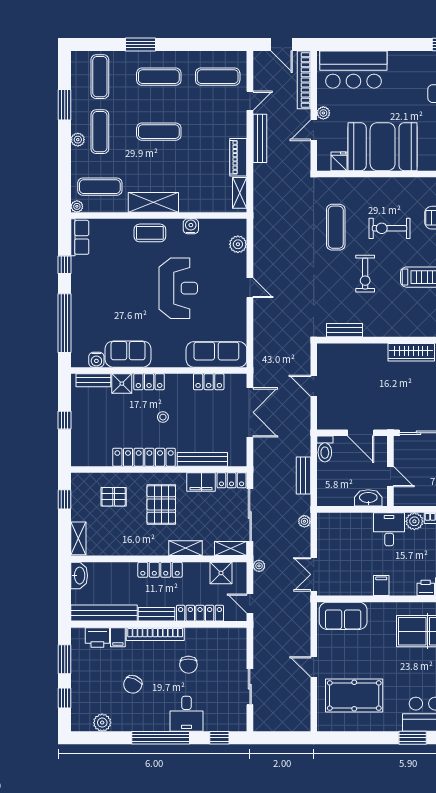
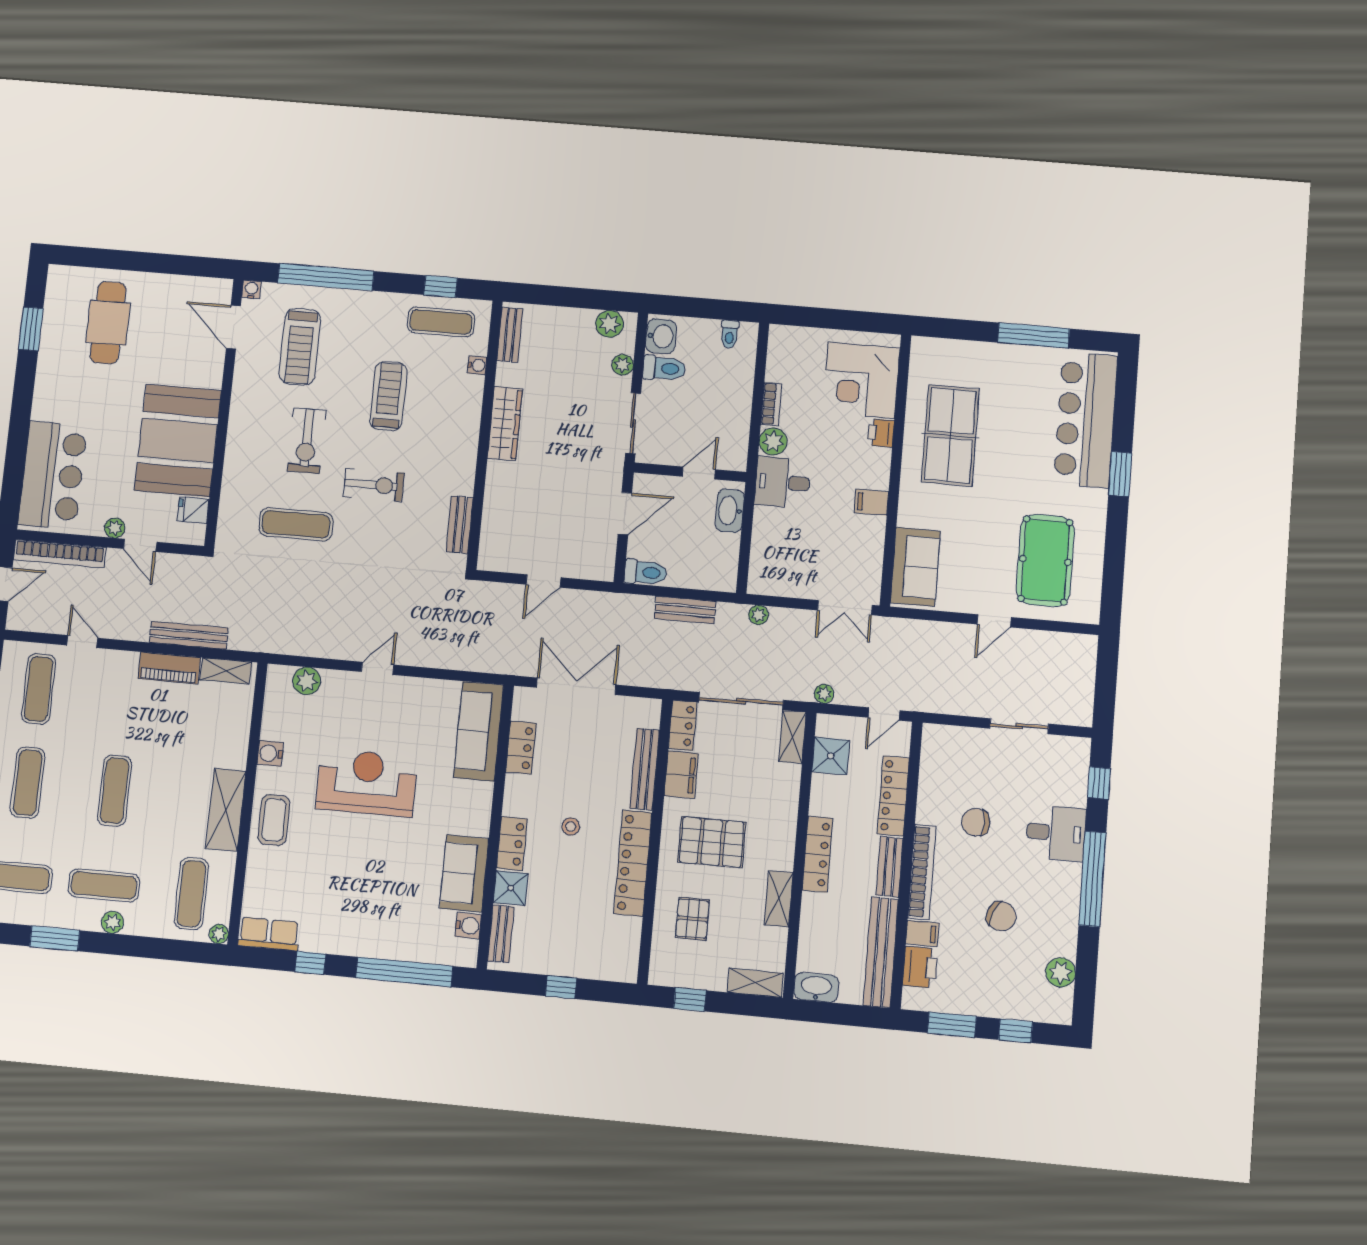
bench: (260, 138) -> (189, 635), moved
shelving: (185, 548) -> (779, 899), moved
chair: (188, 665) -> (976, 822), turned 180

